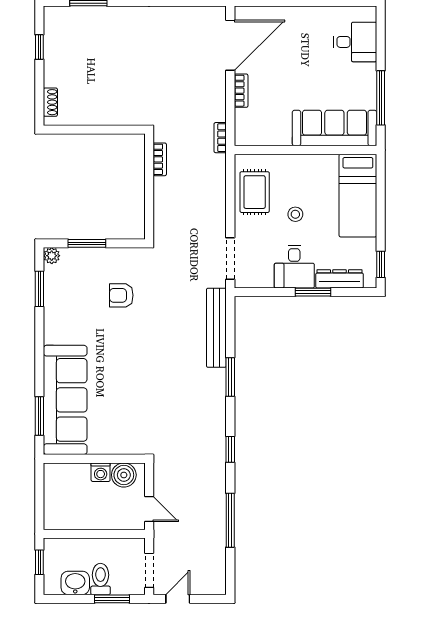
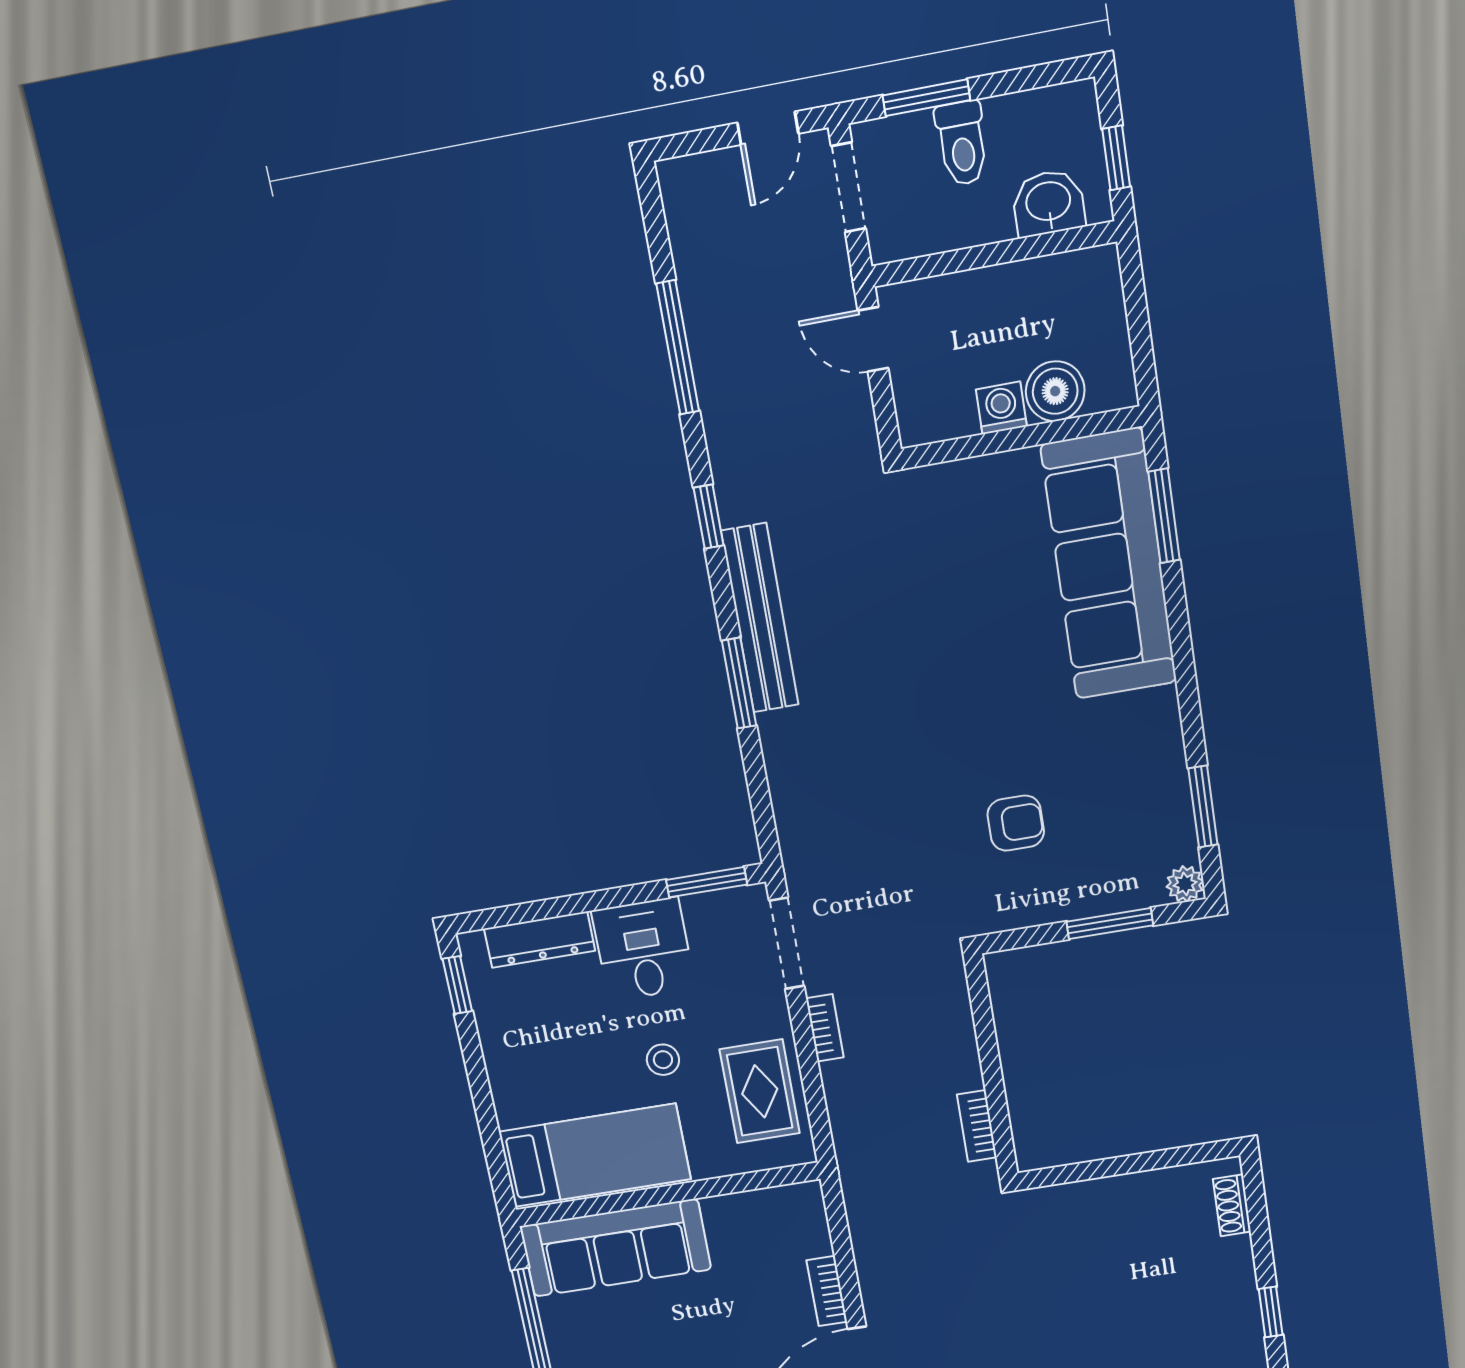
bookcase: (220, 138) -> (825, 1028), moved
bed: (358, 196) -> (595, 1155), moved, turned 90
window: (313, 292) -> (707, 882), moved
bench: (216, 328) -> (760, 618), moved
boiler: (124, 475) -> (1055, 391), moved
washbasin: (75, 583) -> (1048, 203), moved, turned 180

